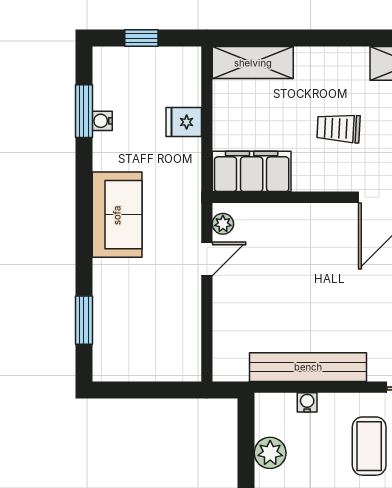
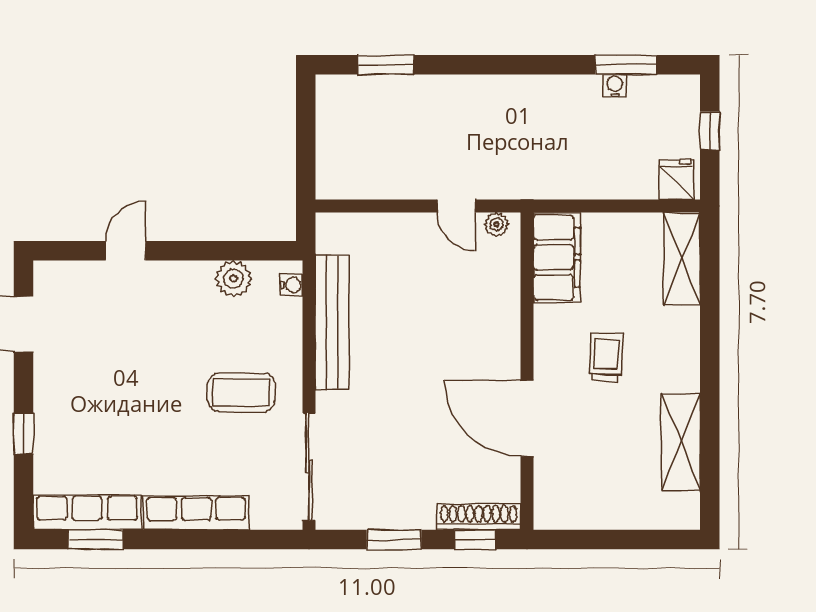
fridge: (184, 122) -> (676, 179), moved
sofa: (117, 215) -> (507, 103), removed
water cooler: (307, 402) -> (291, 285), moved

